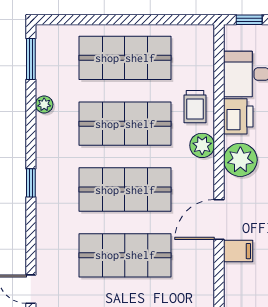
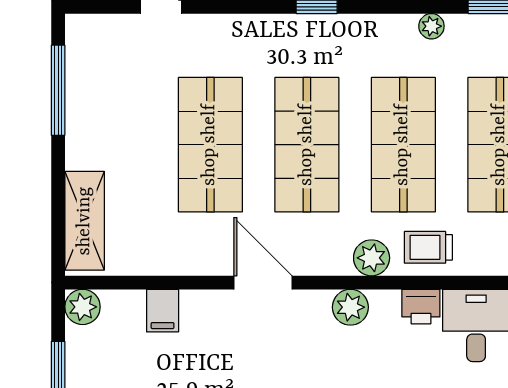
printer: (238, 116) -> (421, 307), width x0.73, depth x0.81
plant: (240, 160) -> (350, 307), width x0.73, depth x0.73
filing cabinet: (238, 251) -> (163, 311), moved

